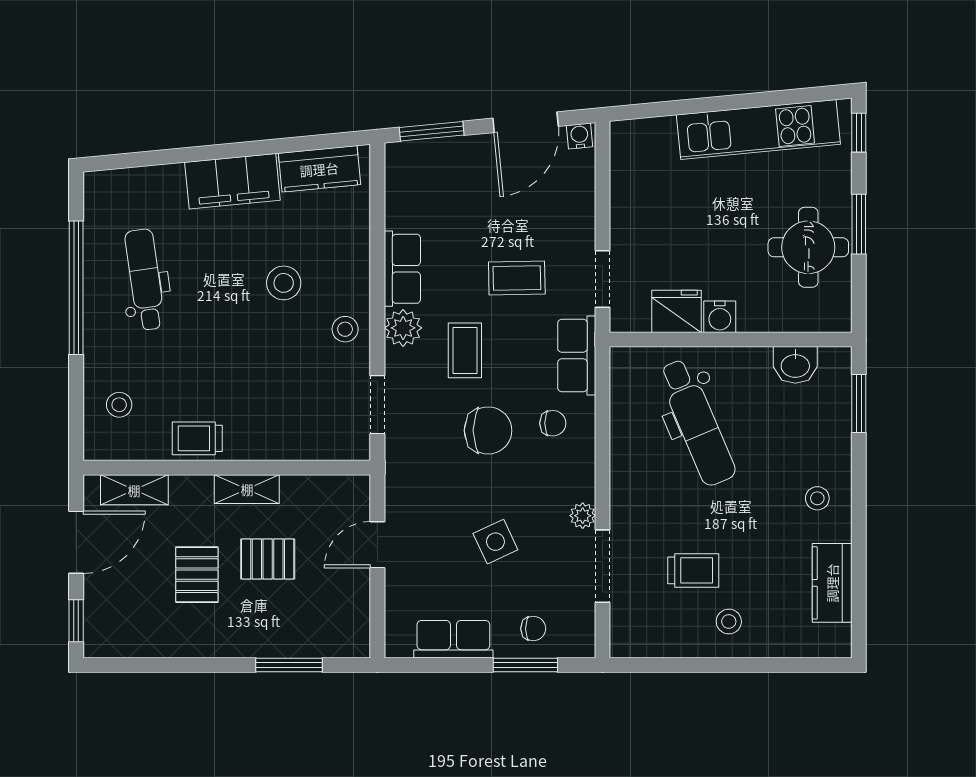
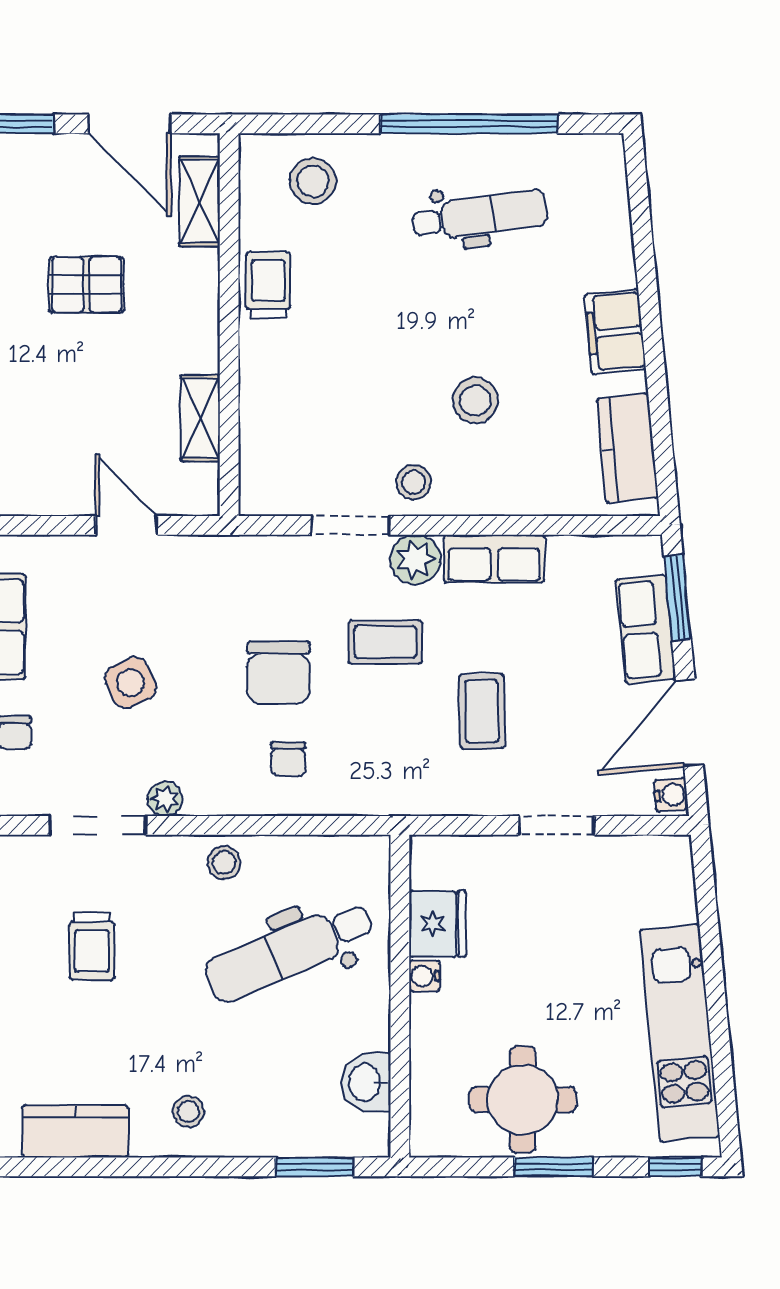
door: (526, 122) -> (689, 723), hinge flipped
filing cabinet: (232, 181) -> (615, 332), width x0.67, depth x0.86
doorway: (602, 279) -> (556, 825), moved
water cooler: (720, 317) -> (424, 976), width x0.72, depth x0.72
row of seats: (577, 356) -> (646, 629), moved, turned -96
stool: (119, 405) -> (313, 181), width x1.37, depth x1.37
doorway: (377, 405) -> (351, 525), moved
shelving: (247, 489) -> (200, 418), moved
pallet: (268, 559) -> (107, 379), removed
stool: (729, 622) -> (224, 863), moved

